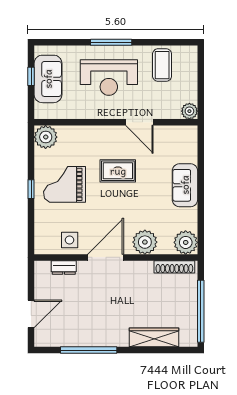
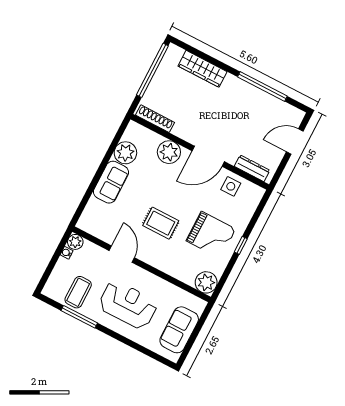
window: (111, 42) -> (79, 317), moved
window: (31, 76) -> (192, 339), removed
water cooler: (192, 97) -> (67, 253), added
plant: (186, 242) -> (125, 153), moved
dresser: (64, 268) -> (252, 168), width x1.44

